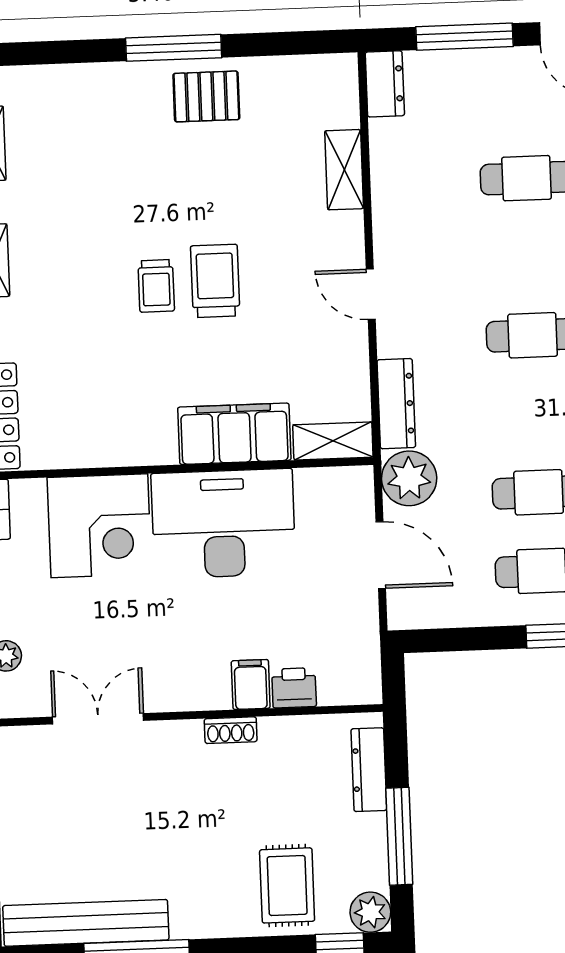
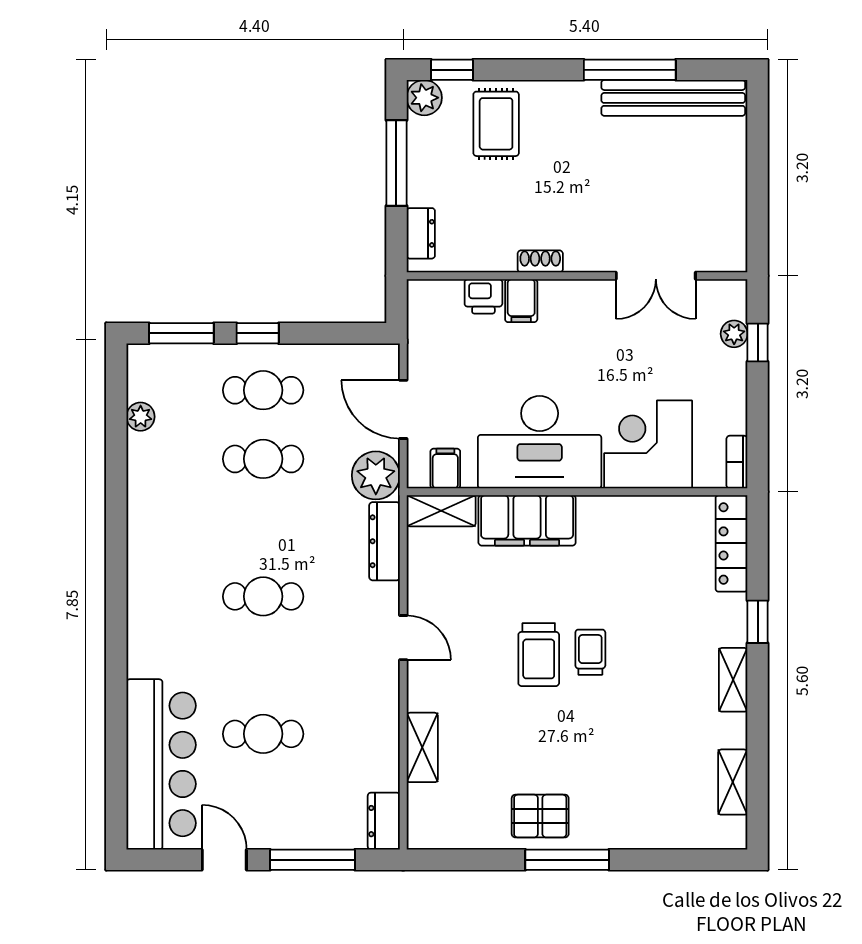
filing cabinet: (330, 489) -> (445, 469), added
dresser: (369, 770) -> (421, 233), width x0.70

